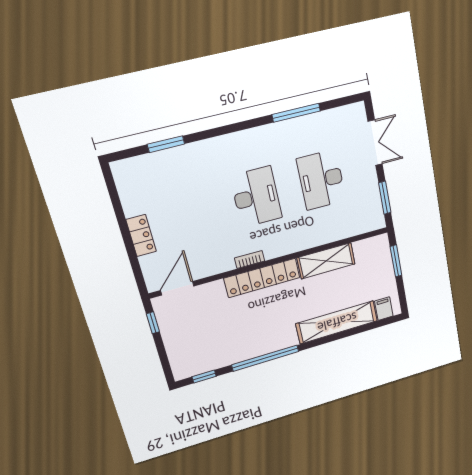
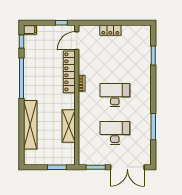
double door: (375, 143) -> (127, 167), width x1.37
desk: (256, 197) -> (115, 95), turned 180
locker: (262, 278) -> (69, 72), moved
door: (177, 288) -> (77, 41), swing flipped
filing cabinet: (384, 309) -> (30, 30), moved

